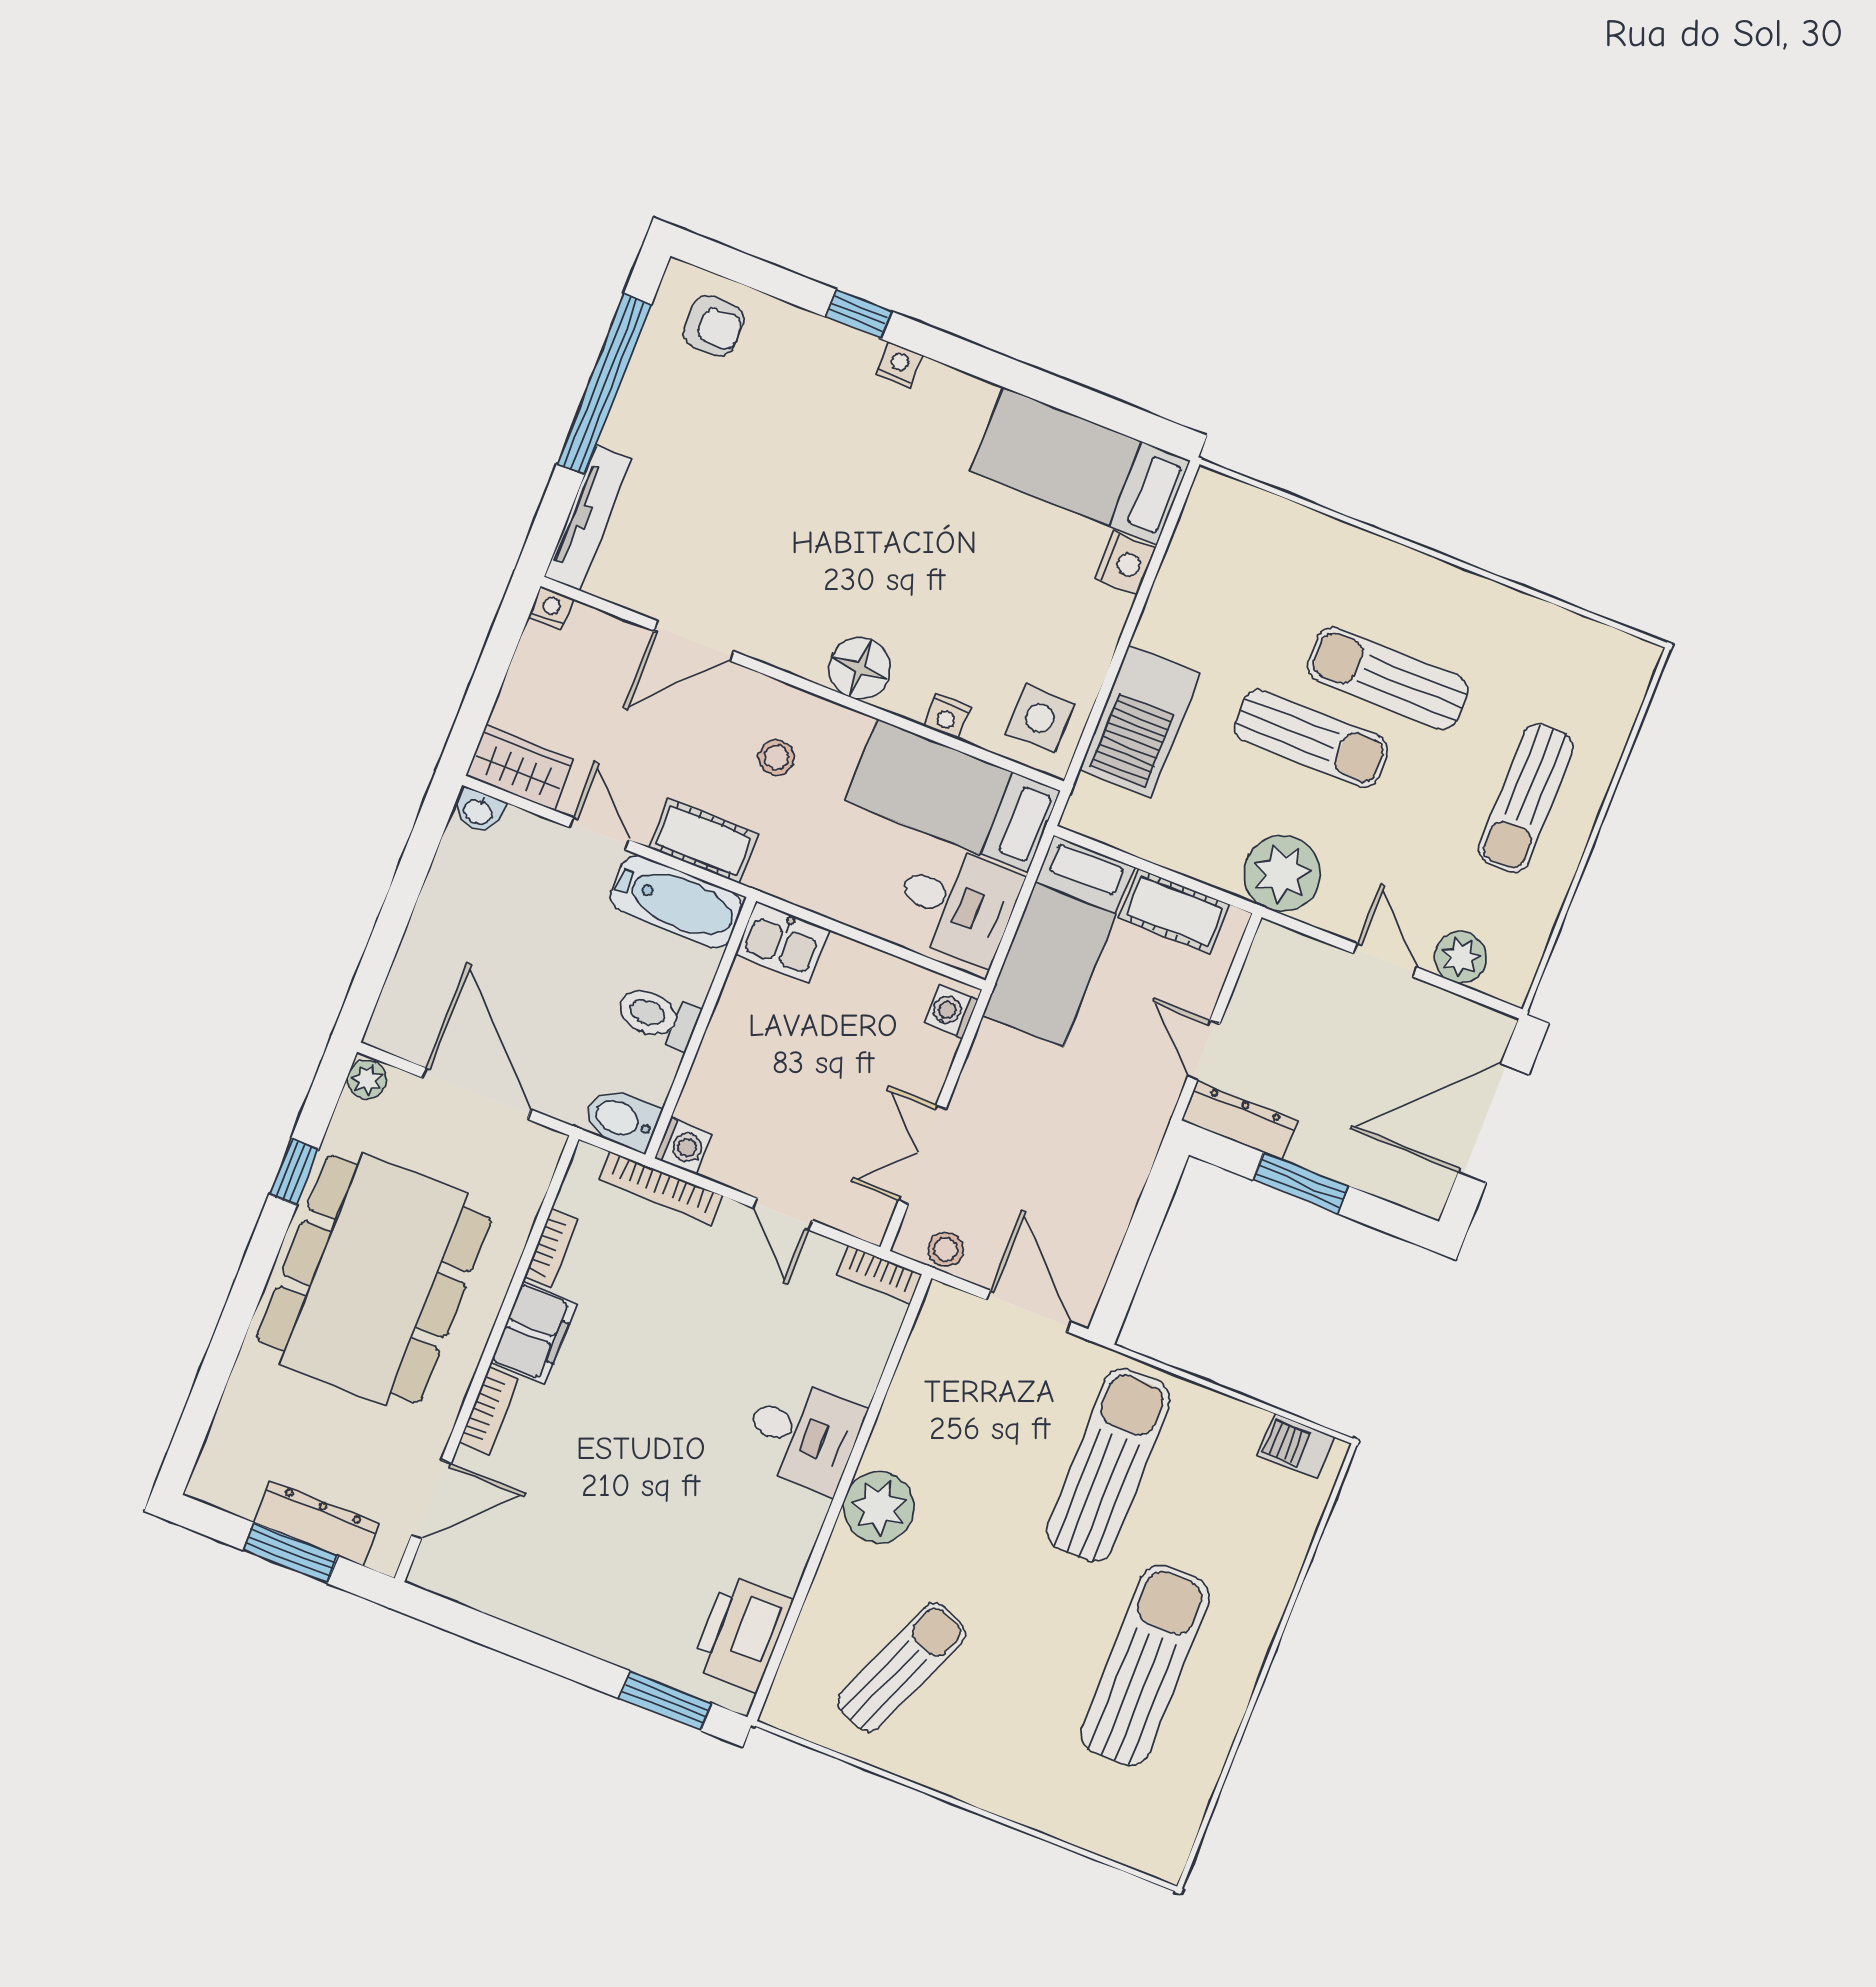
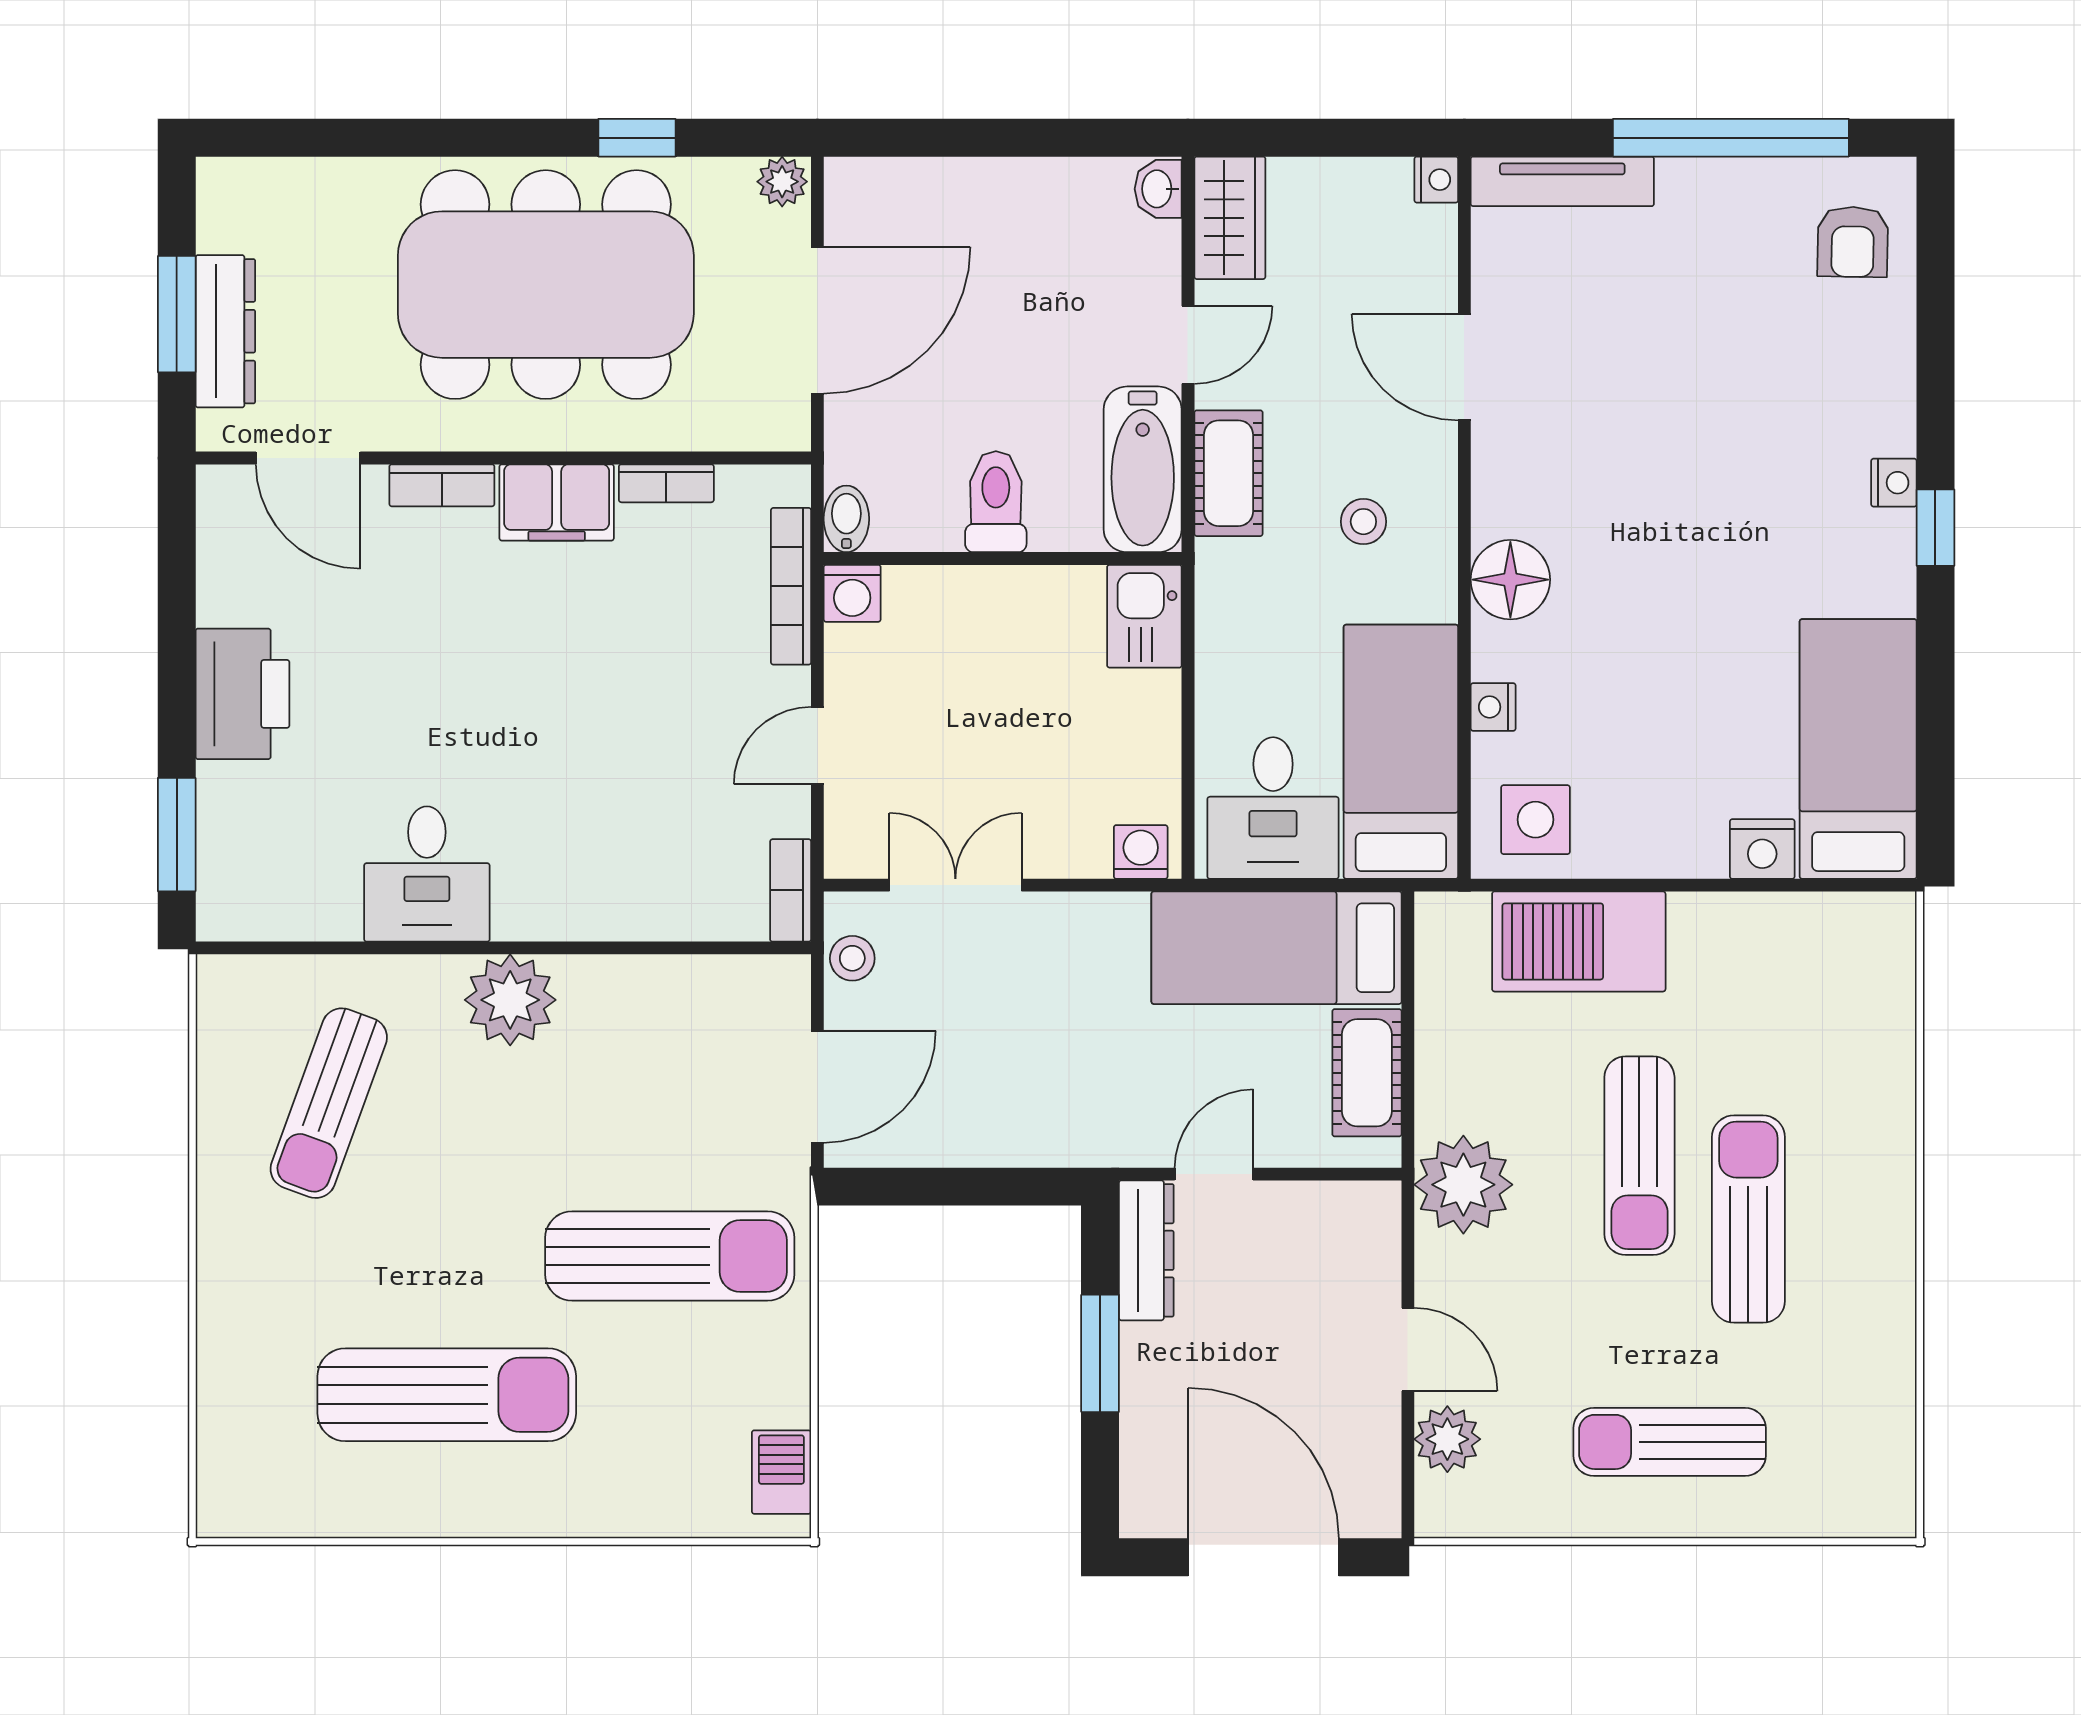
window: (858, 314) -> (1935, 528), moved
door: (1385, 960) -> (1408, 1350), hinge flipped
bidet: (622, 1119) -> (846, 519), width x0.72, depth x0.74
desk: (803, 1434) -> (427, 874), moved
printer: (742, 1633) -> (242, 694), moved, turned 90
sun lounger: (902, 1667) -> (329, 1103), turned 87

